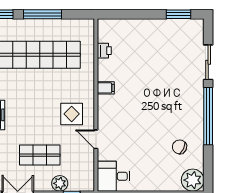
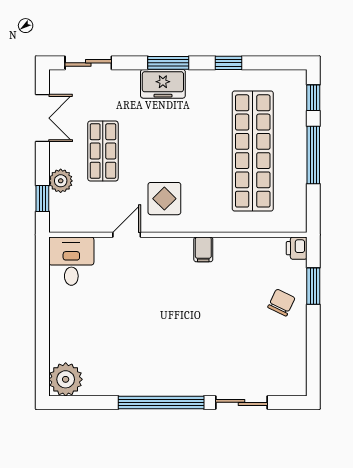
window: (178, 14) -> (313, 286), moved
printer: (104, 51) -> (297, 248), moved, turned 90
chair: (180, 147) -> (281, 303), moved

